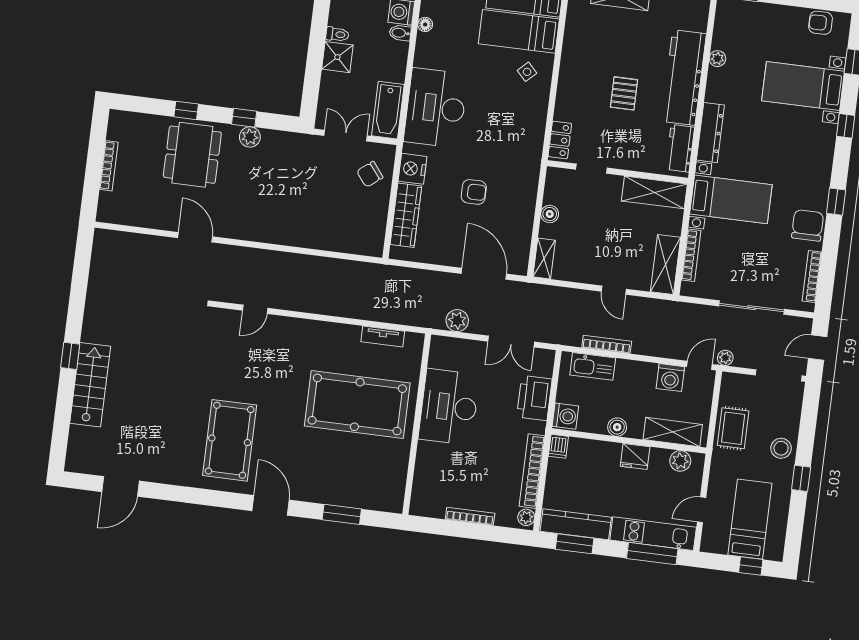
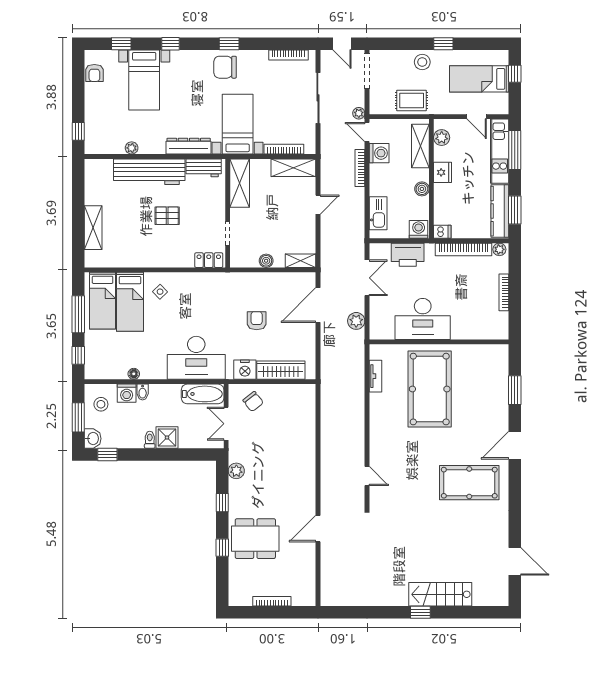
plant: (250, 137) -> (236, 471), moved
chair: (808, 225) -> (225, 67), moved
bookcase: (607, 344) -> (360, 168), moved

